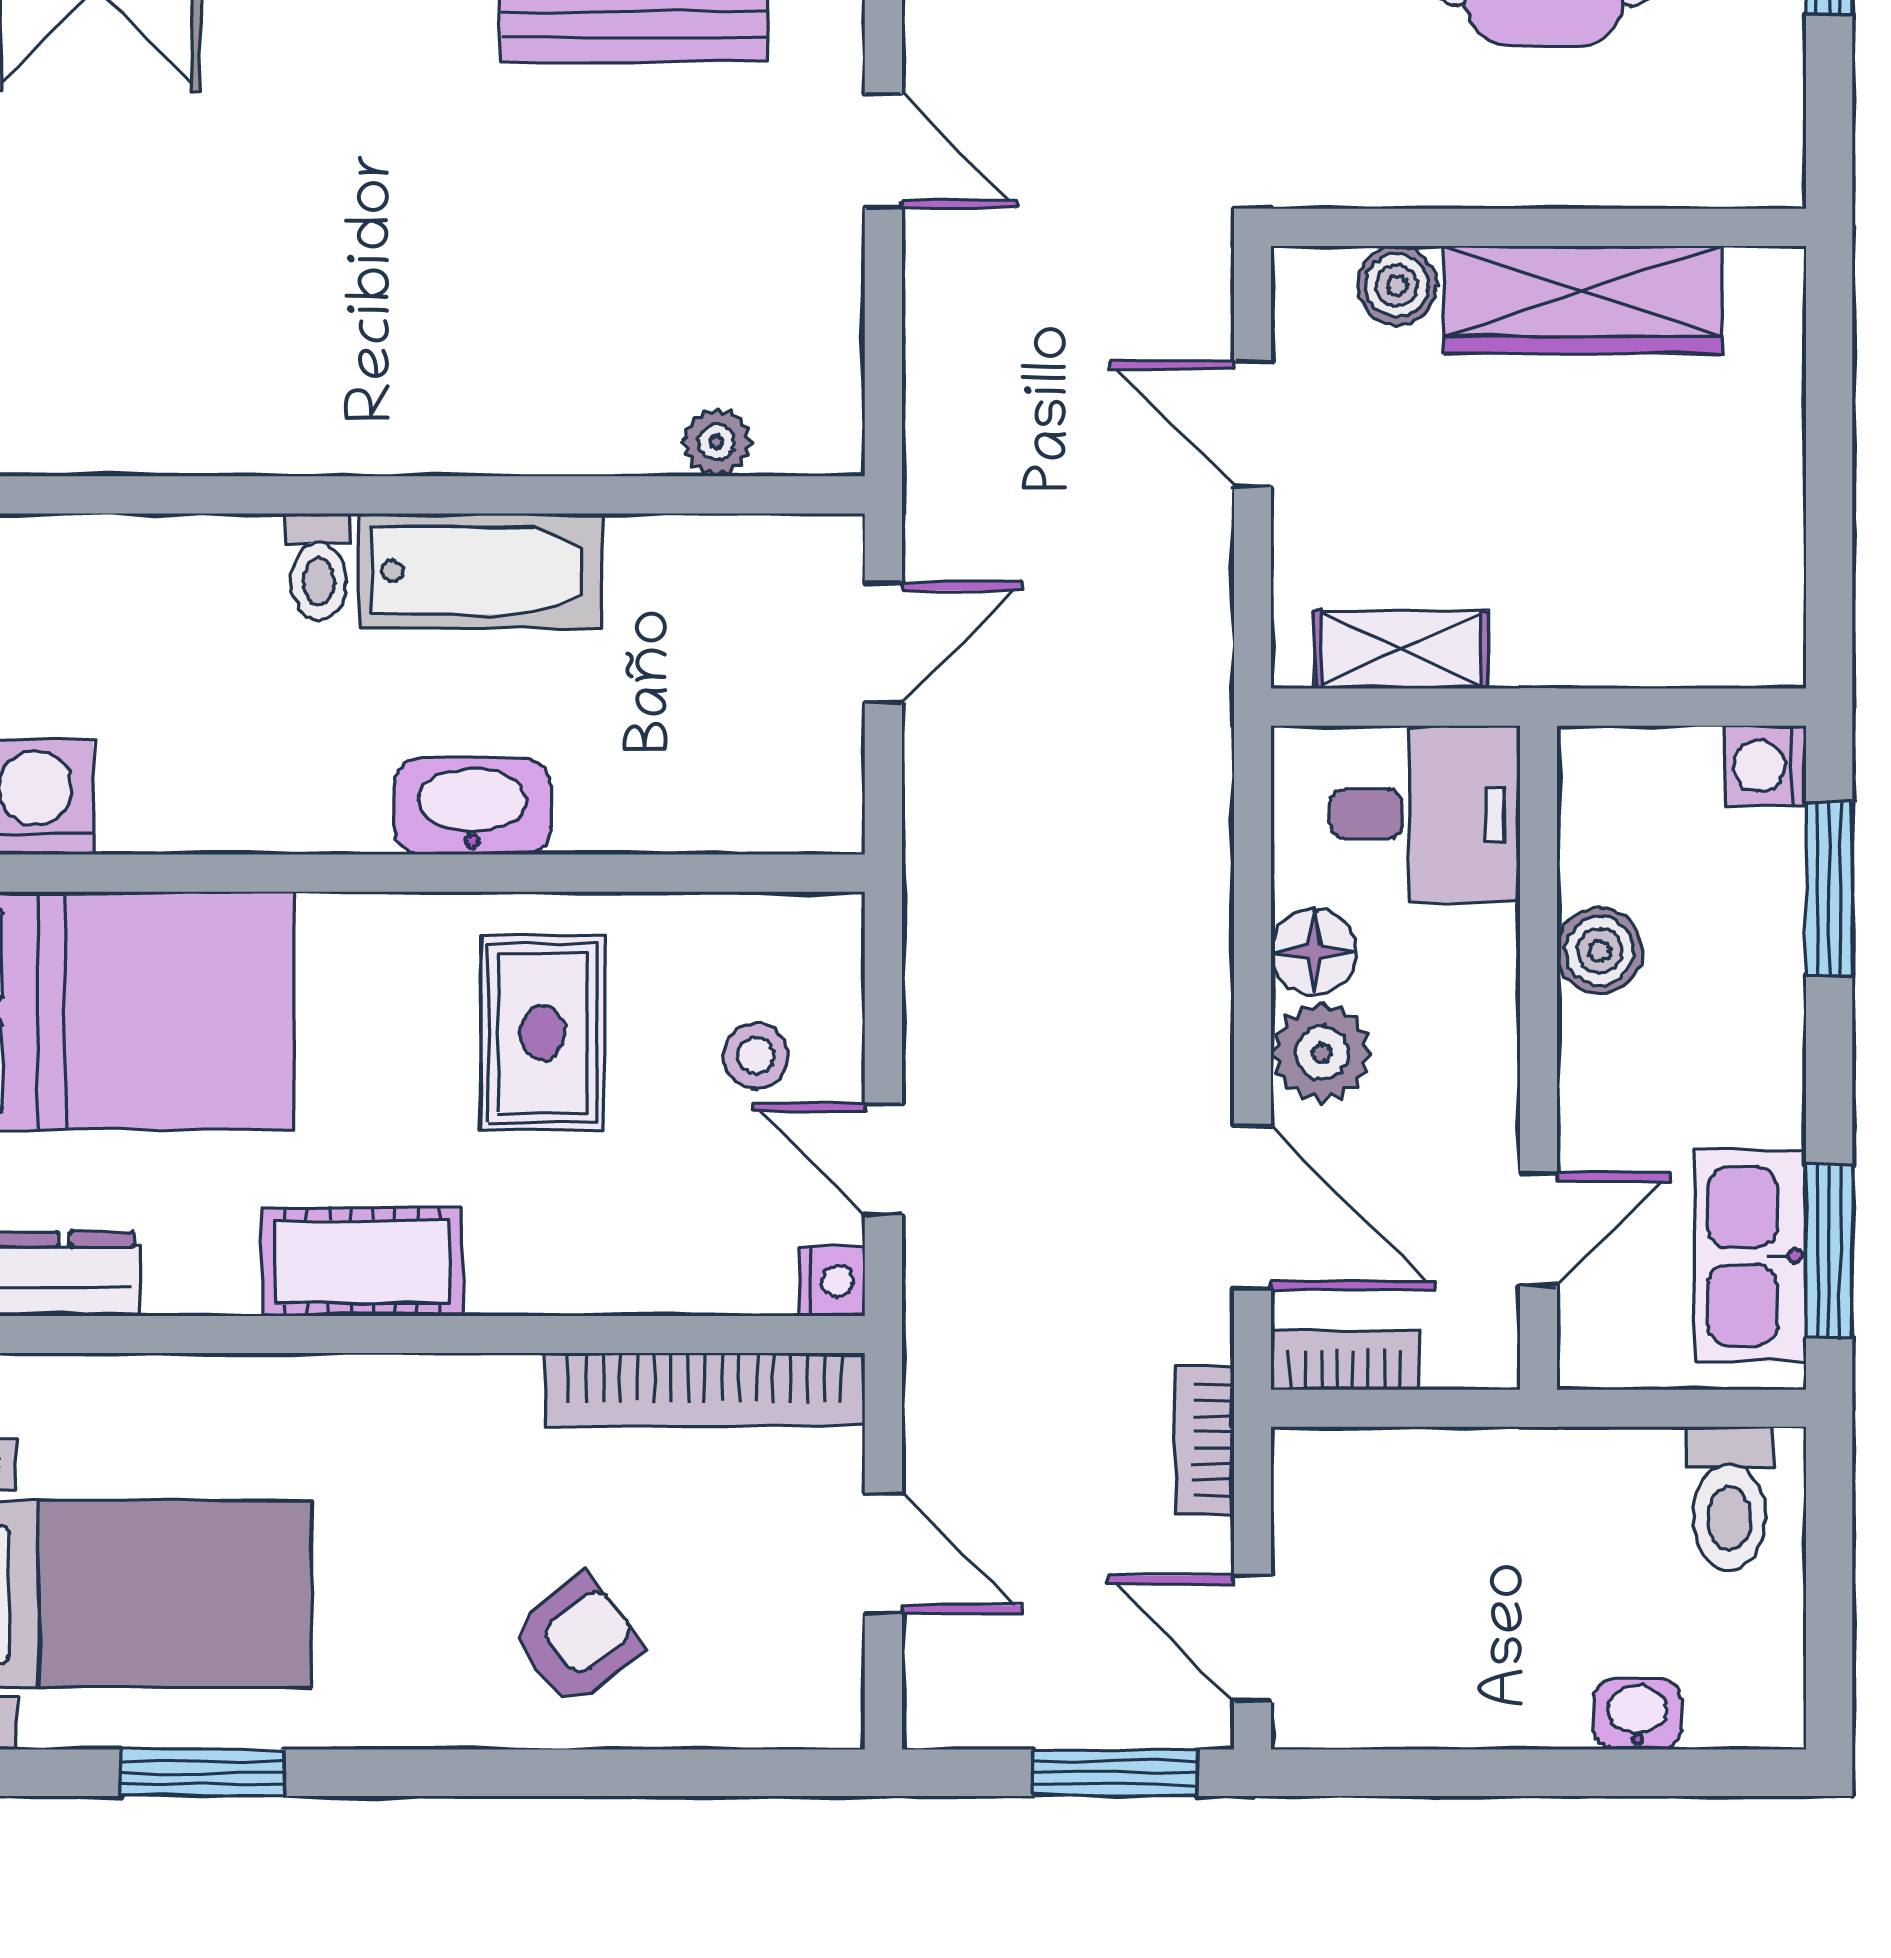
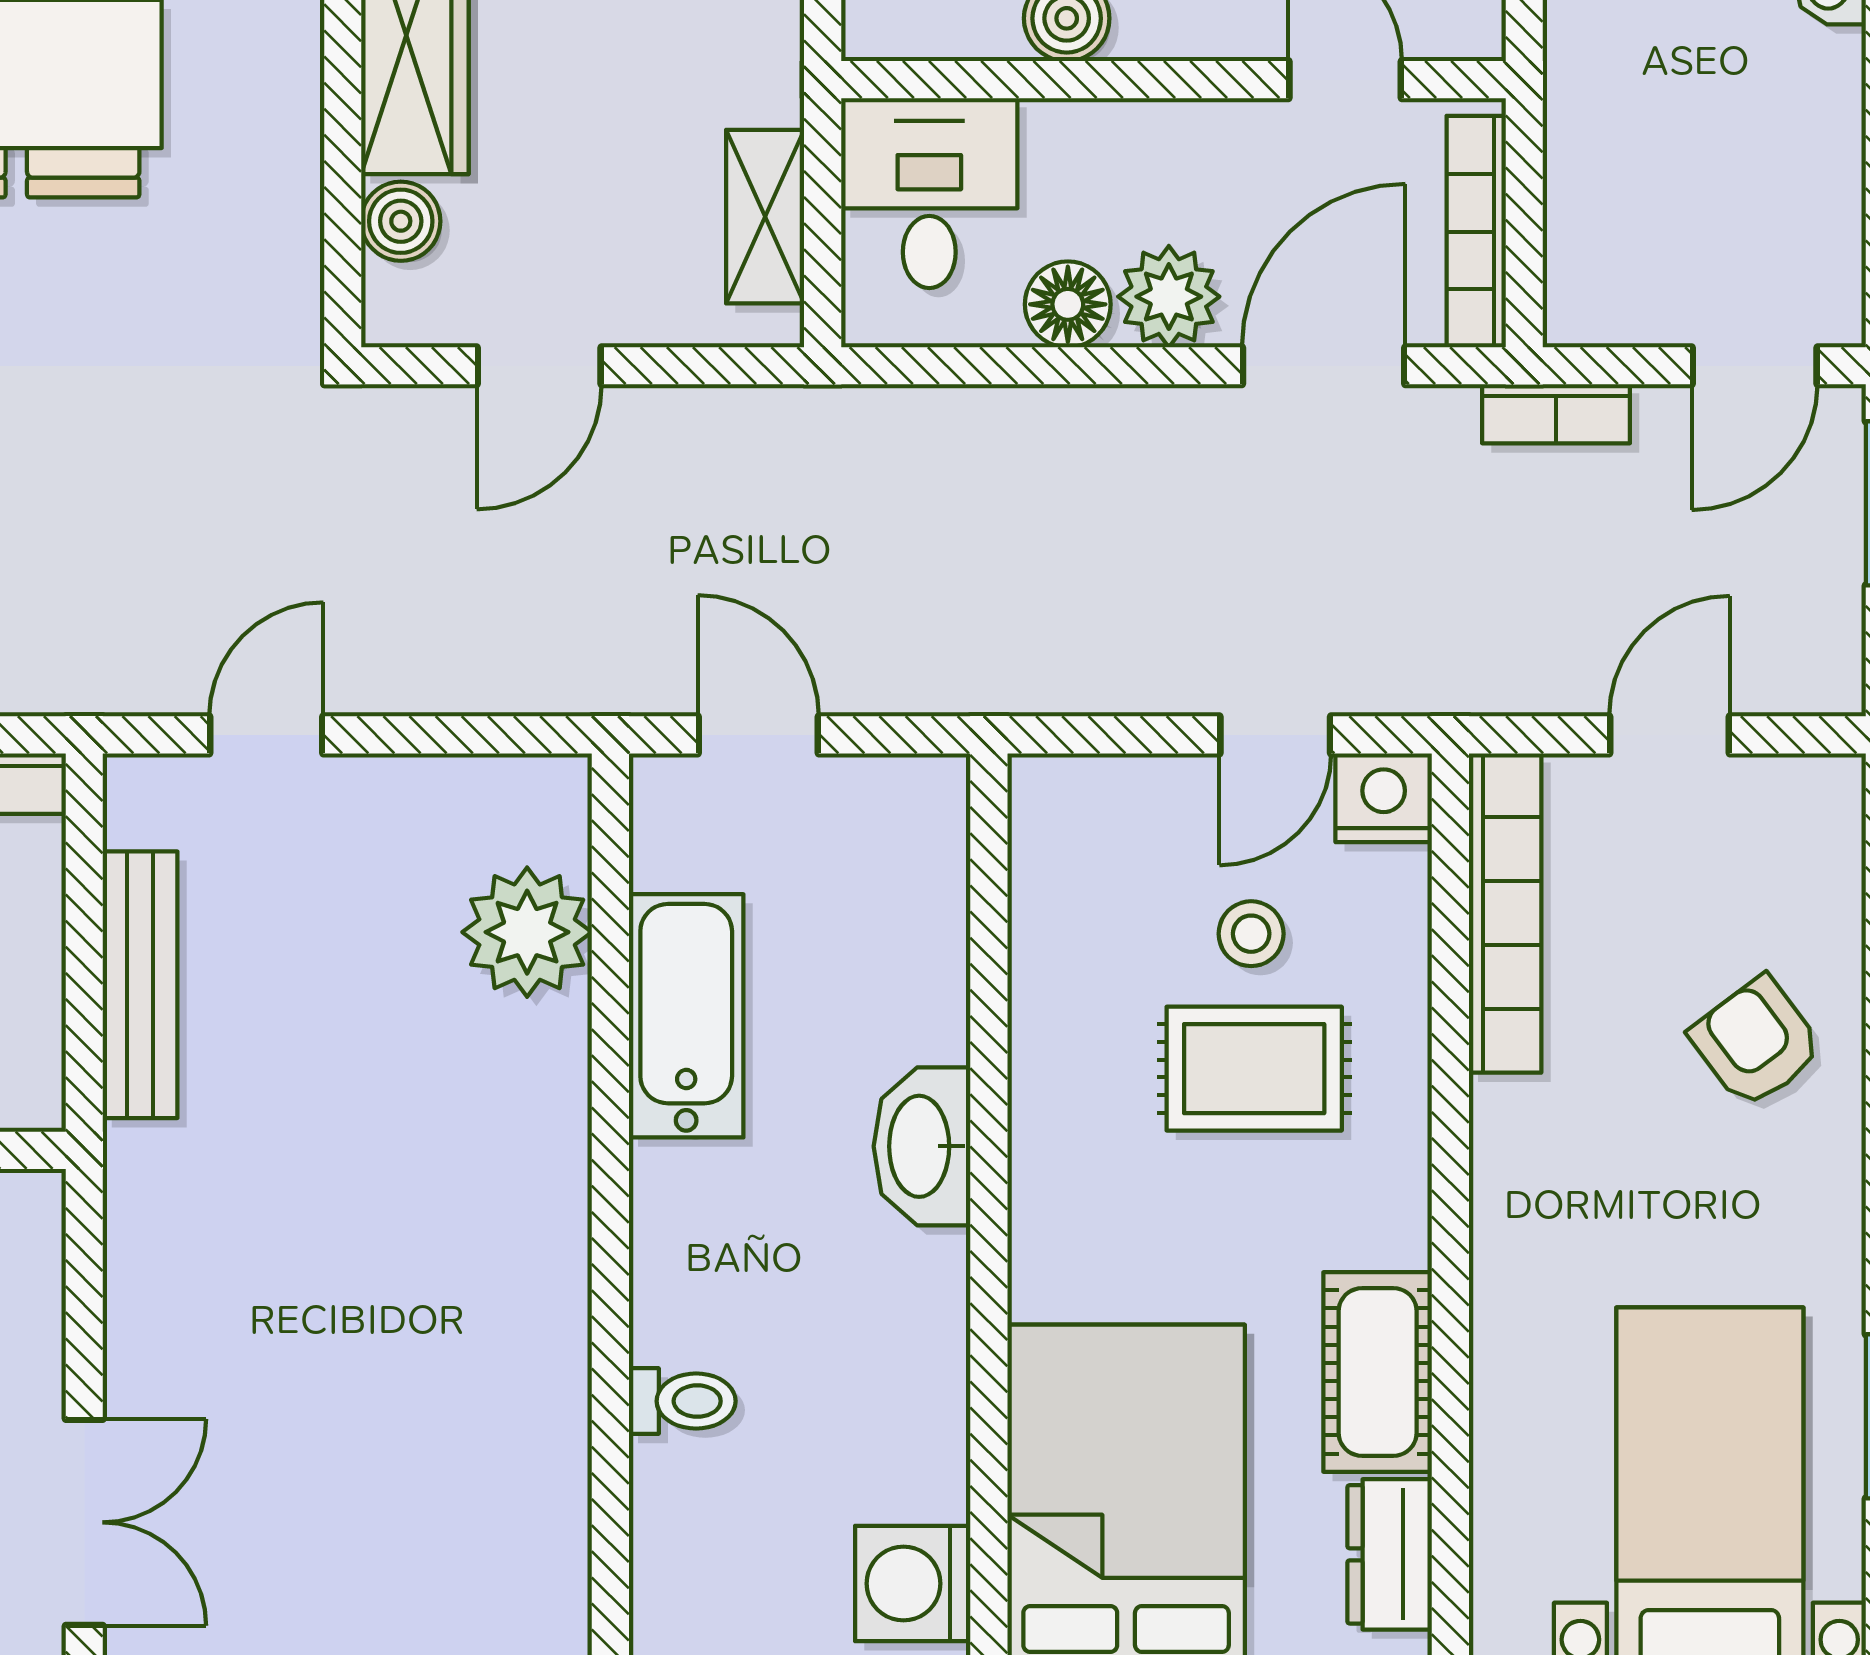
plant: (717, 442) -> (527, 932), width x1.88, depth x1.88
toilet: (319, 567) -> (682, 1401), moved
bathtub: (480, 571) -> (686, 1016), moved
rug: (543, 1033) -> (1254, 1069), moved
stool: (756, 1056) -> (1251, 934), moved
cot: (362, 1262) -> (1378, 1372), moved
nightstand: (832, 1281) -> (1384, 798), width x1.39, depth x1.35
bookcase: (1345, 1360) -> (1476, 232), width x1.56

